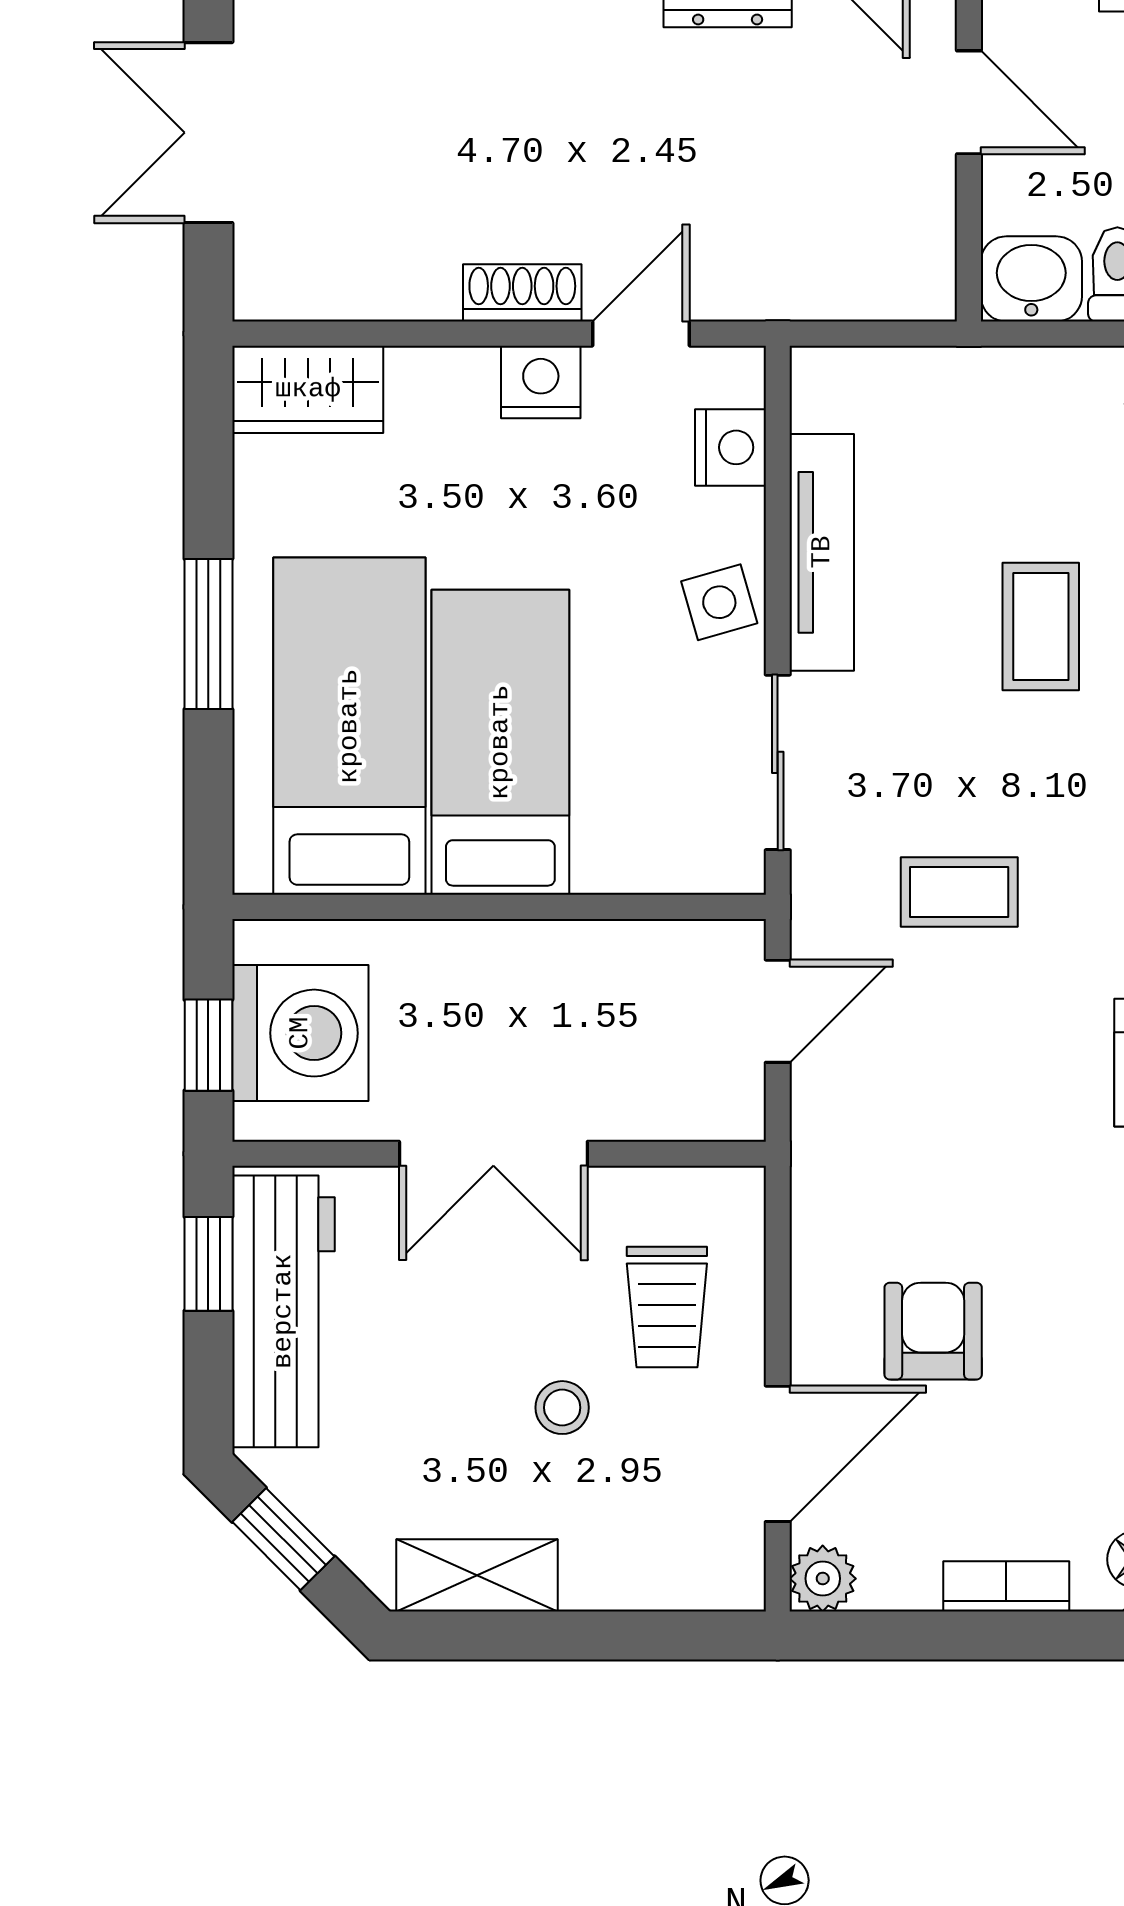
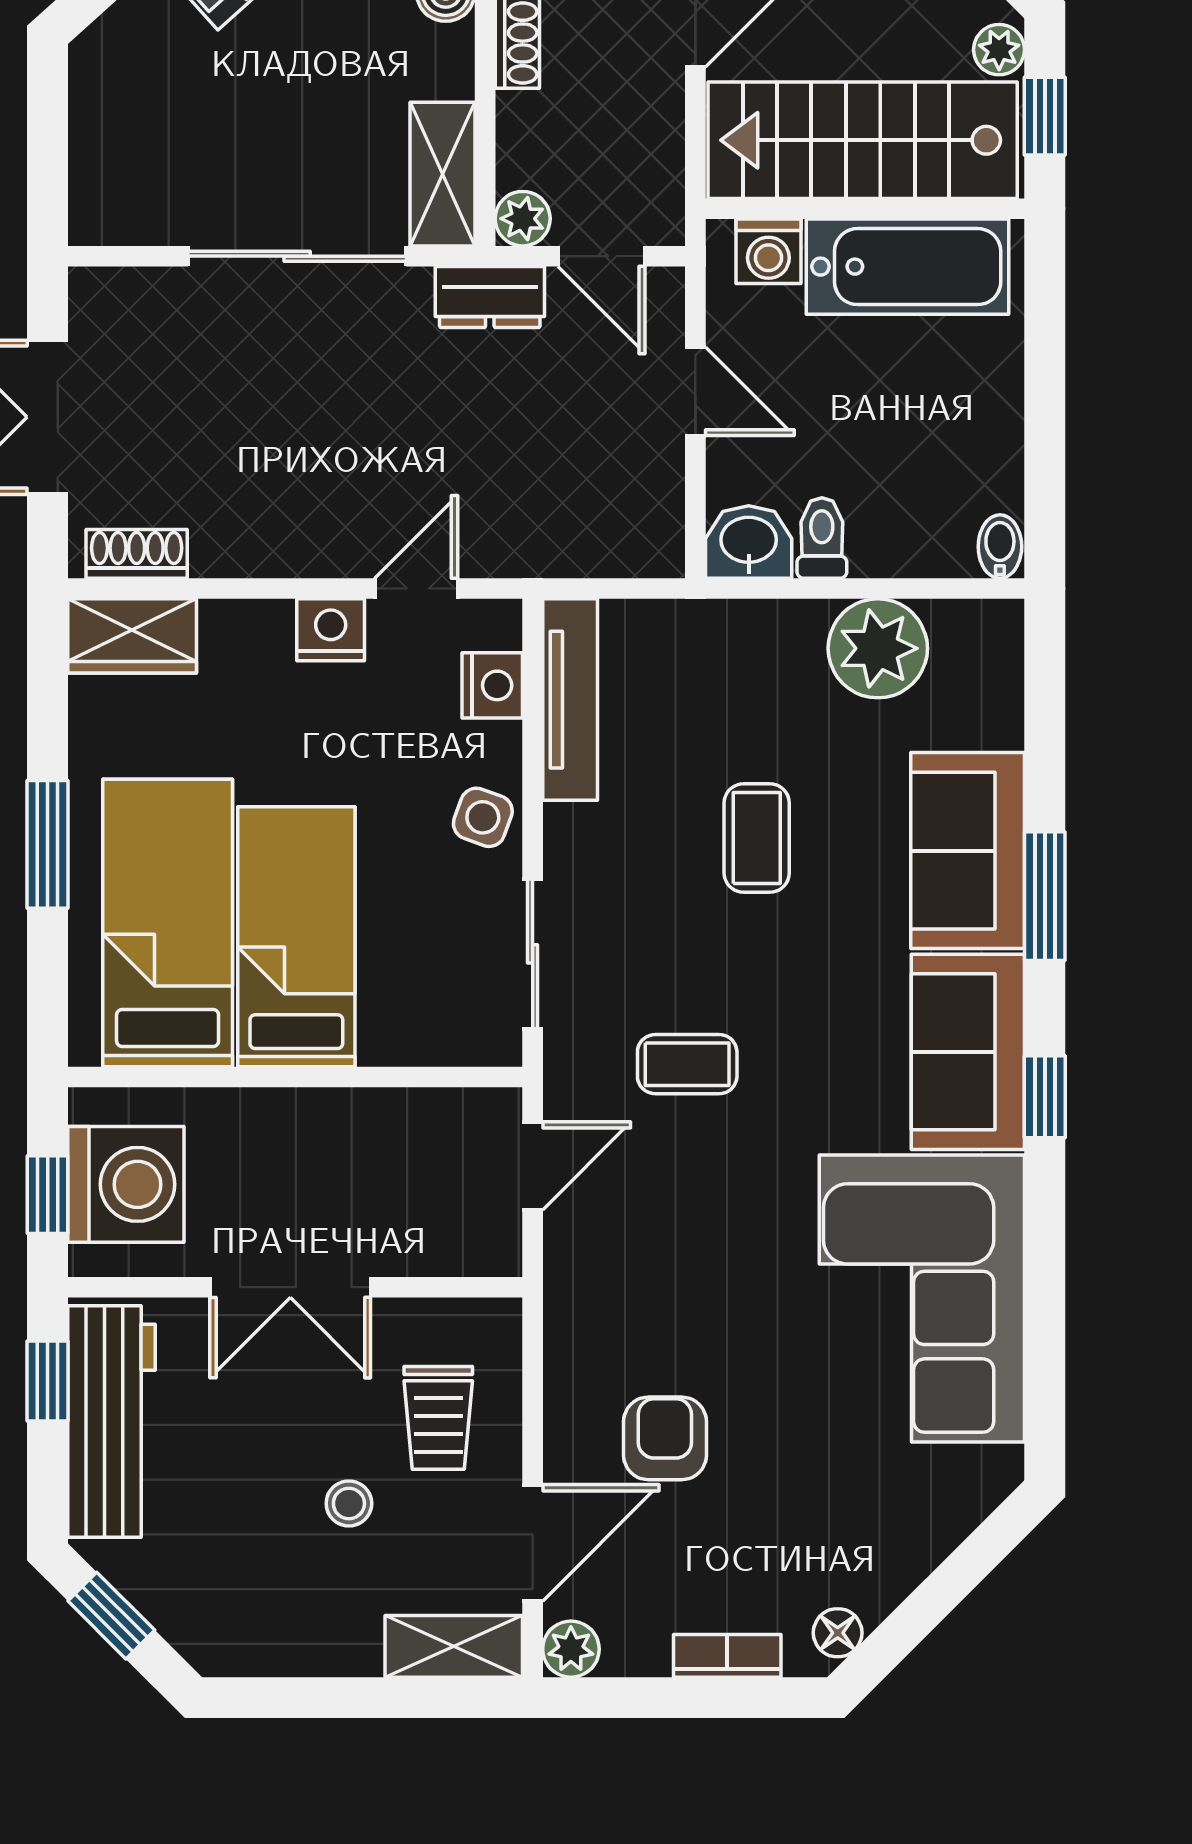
shoe rack: (522, 293) -> (137, 554), moved
tv unit: (822, 552) -> (570, 700), moved
side table: (719, 602) -> (483, 817), turned 36
shelving: (477, 1575) -> (454, 1646), moved

